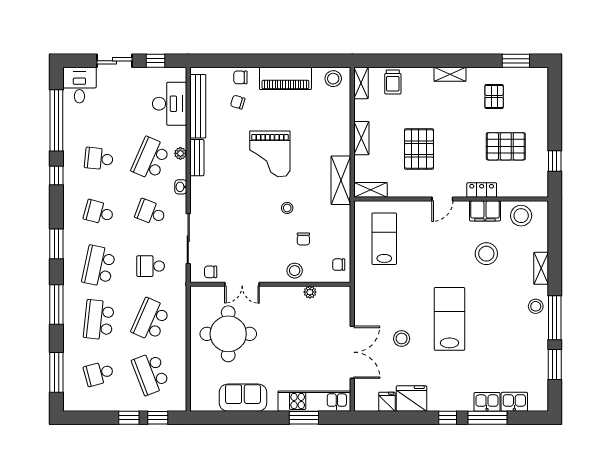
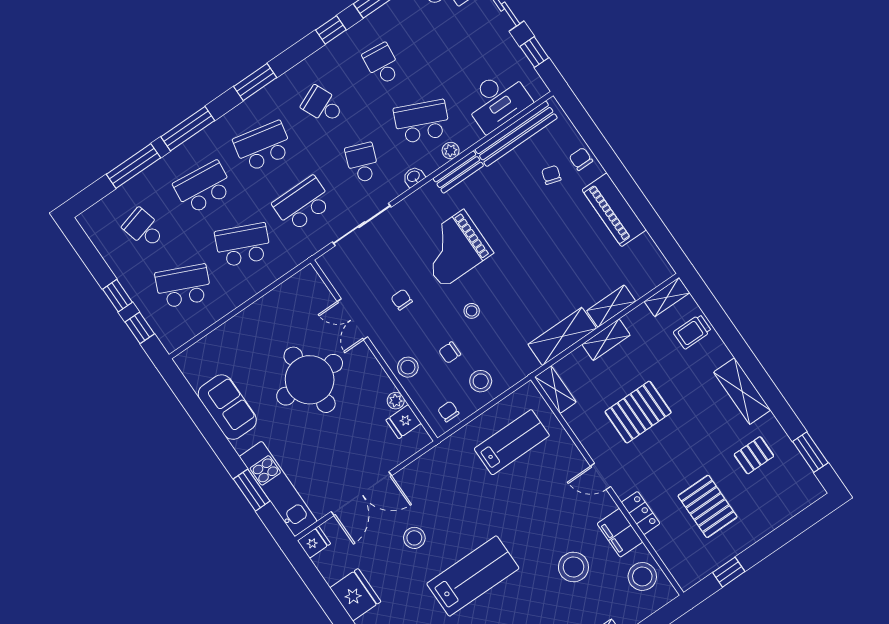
shelving: (450, 74) -> (742, 391), width x1.50, depth x1.33
stool: (333, 79) -> (481, 381), moved
shelving: (343, 121) -> (611, 306), added
grand piano: (270, 154) -> (453, 249), moved
shelving: (341, 180) -> (562, 336), moved
school desk: (99, 212) -> (323, 105), turned -39
school desk: (151, 266) -> (303, 204), width x1.85
chair: (211, 272) -> (402, 300), moved
fridge: (326, 296) -> (404, 422), added
round table: (228, 334) -> (310, 380), moved
window: (56, 372) -> (133, 166), moved
school desk: (151, 373) -> (183, 286), turned 45
fridge: (387, 402) -> (314, 542), moved

